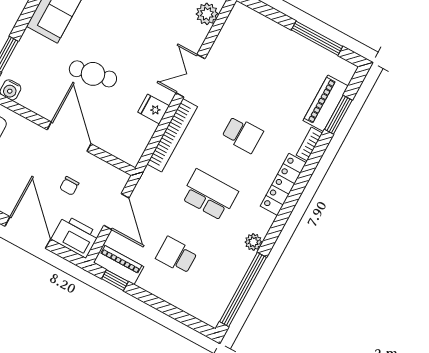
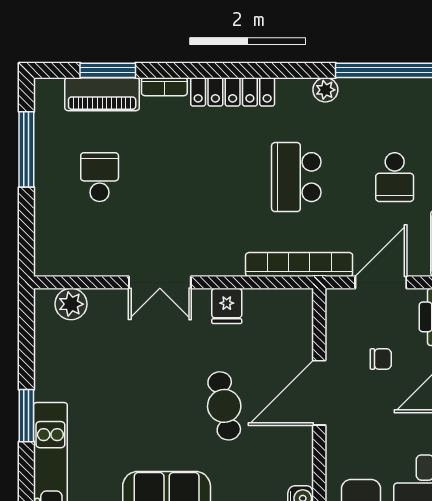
school desk: (242, 134) -> (100, 177), moved
bookcase: (172, 135) -> (299, 265), moved

